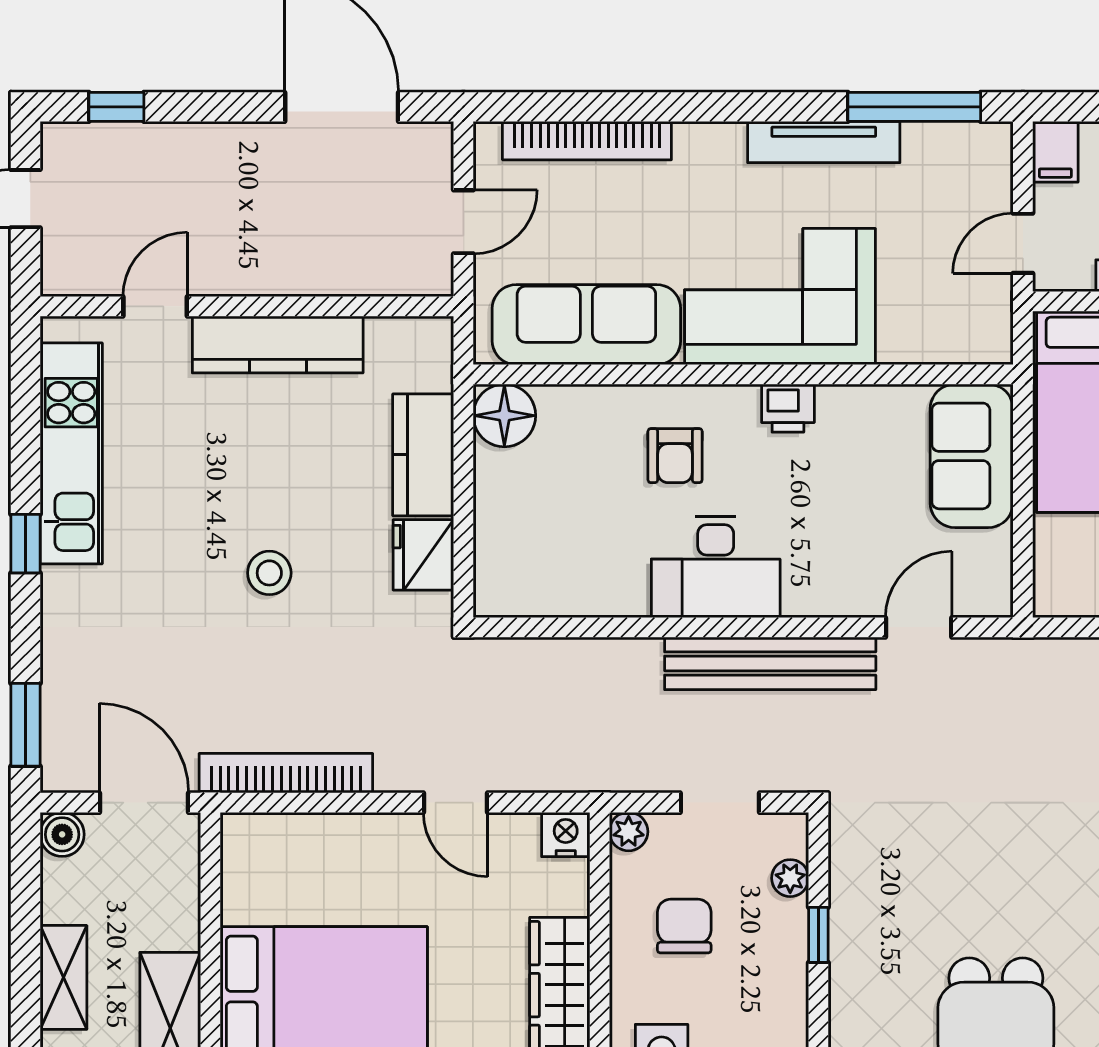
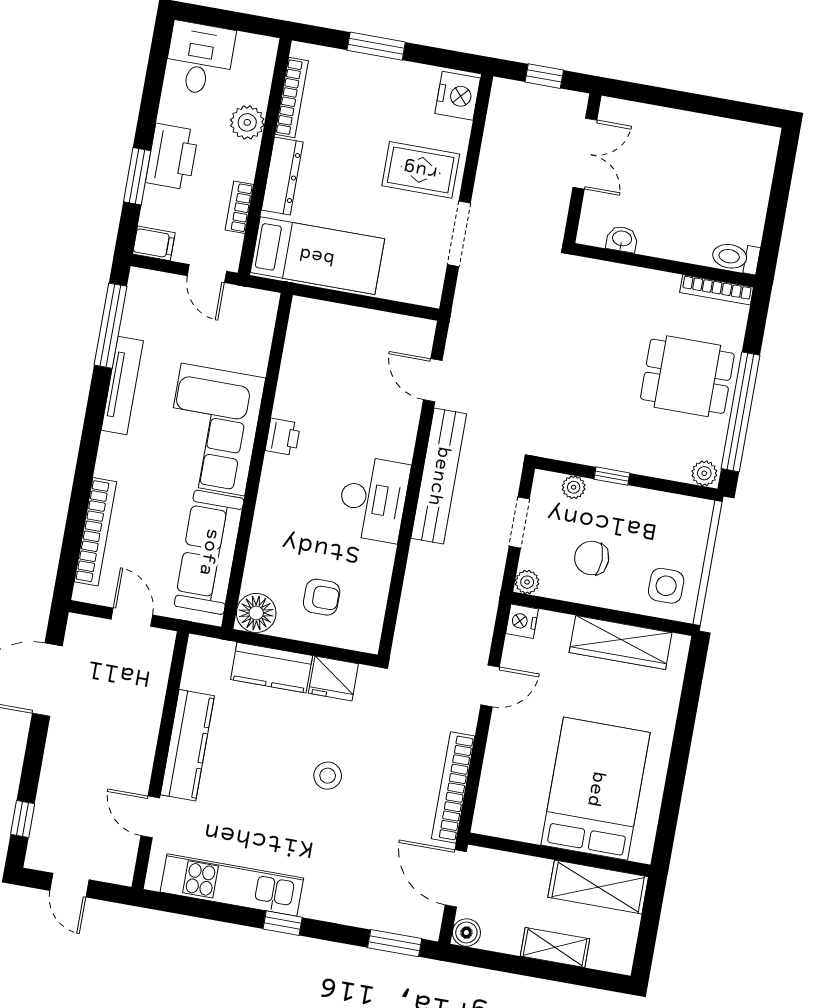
armchair: (675, 456) -> (322, 597), moved
sofa: (972, 456) -> (333, 329), removed
door: (144, 803) -> (456, 878), hinge flipped

